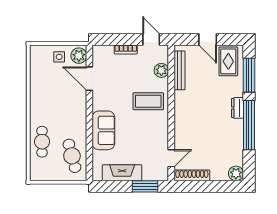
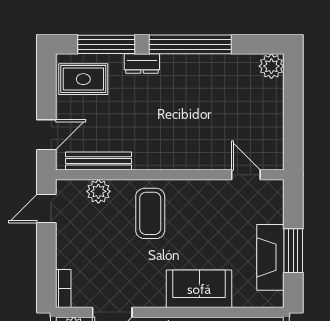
door: (208, 39) -> (46, 135), moved
bookcase: (126, 49) -> (63, 288), moved
dresser: (238, 108) -> (142, 64), moved
shoe rack: (192, 175) -> (275, 140), removed
window: (145, 186) -> (293, 251), moved

